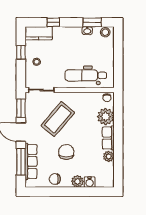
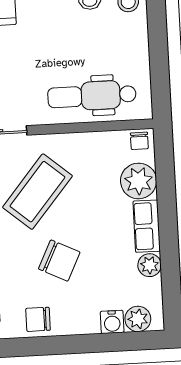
chair: (66, 152) -> (59, 261), turned 116
plant: (77, 181) -> (138, 319), moved

